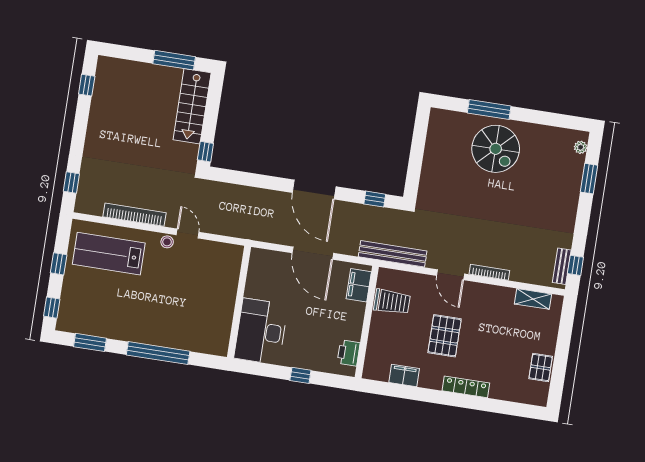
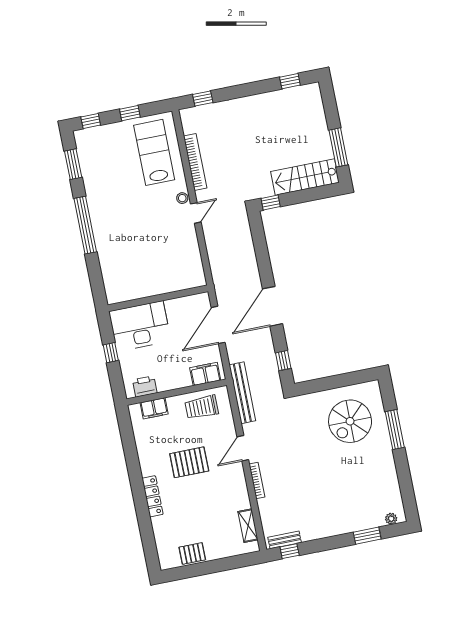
spiral stairs: (496, 149) -> (350, 421), moved
wall: (239, 302) -> (158, 298), moved
trolley: (392, 302) -> (202, 407), turned 90
desk: (261, 331) -> (140, 326), moved
filing cabinet: (404, 375) -> (154, 408), moved, turned 90

